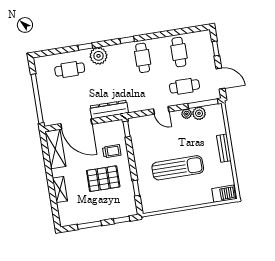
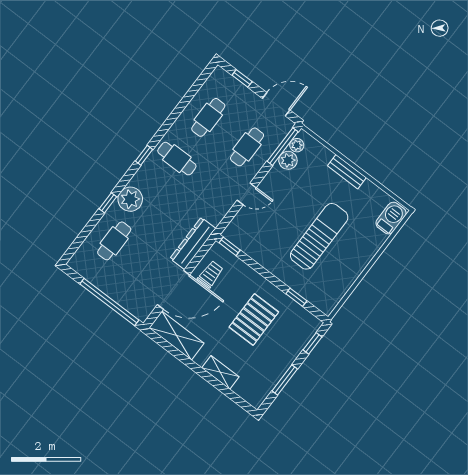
cafe table: (179, 52) -> (208, 117), turned 90
plant: (187, 114) -> (297, 145), moved
trolley: (112, 151) -> (210, 274), moved

